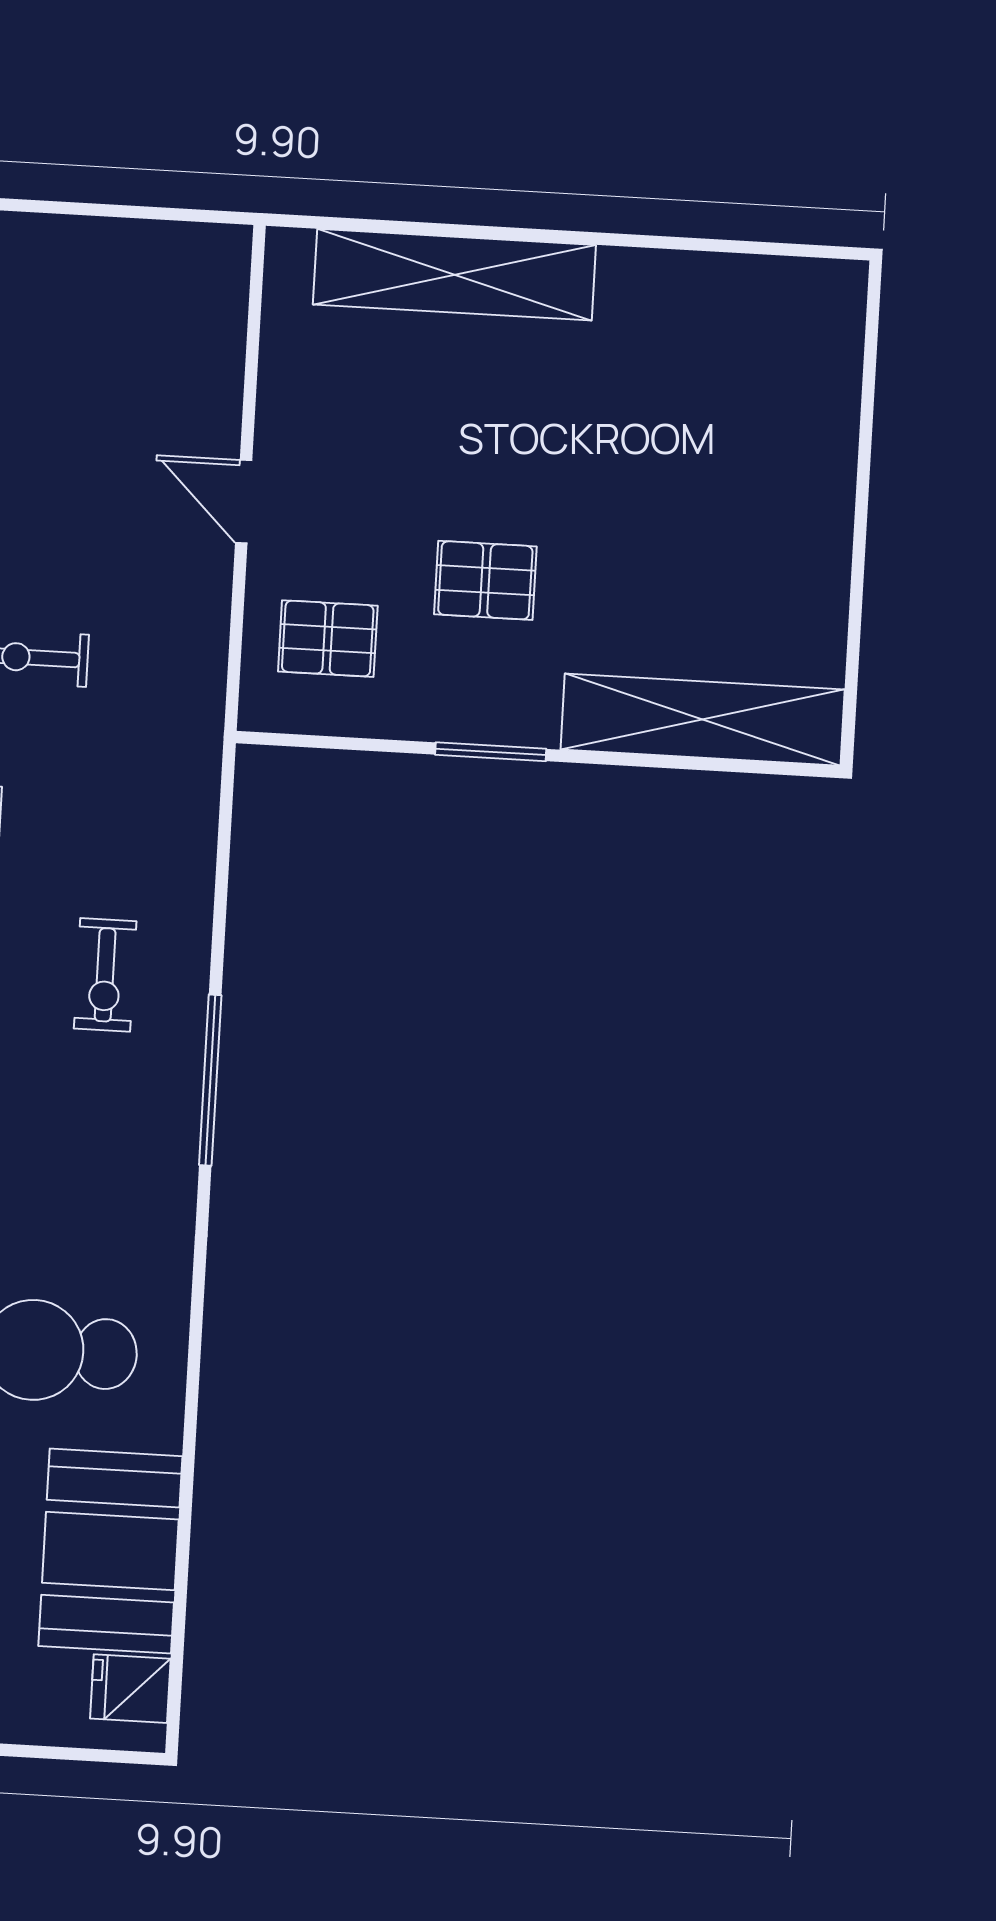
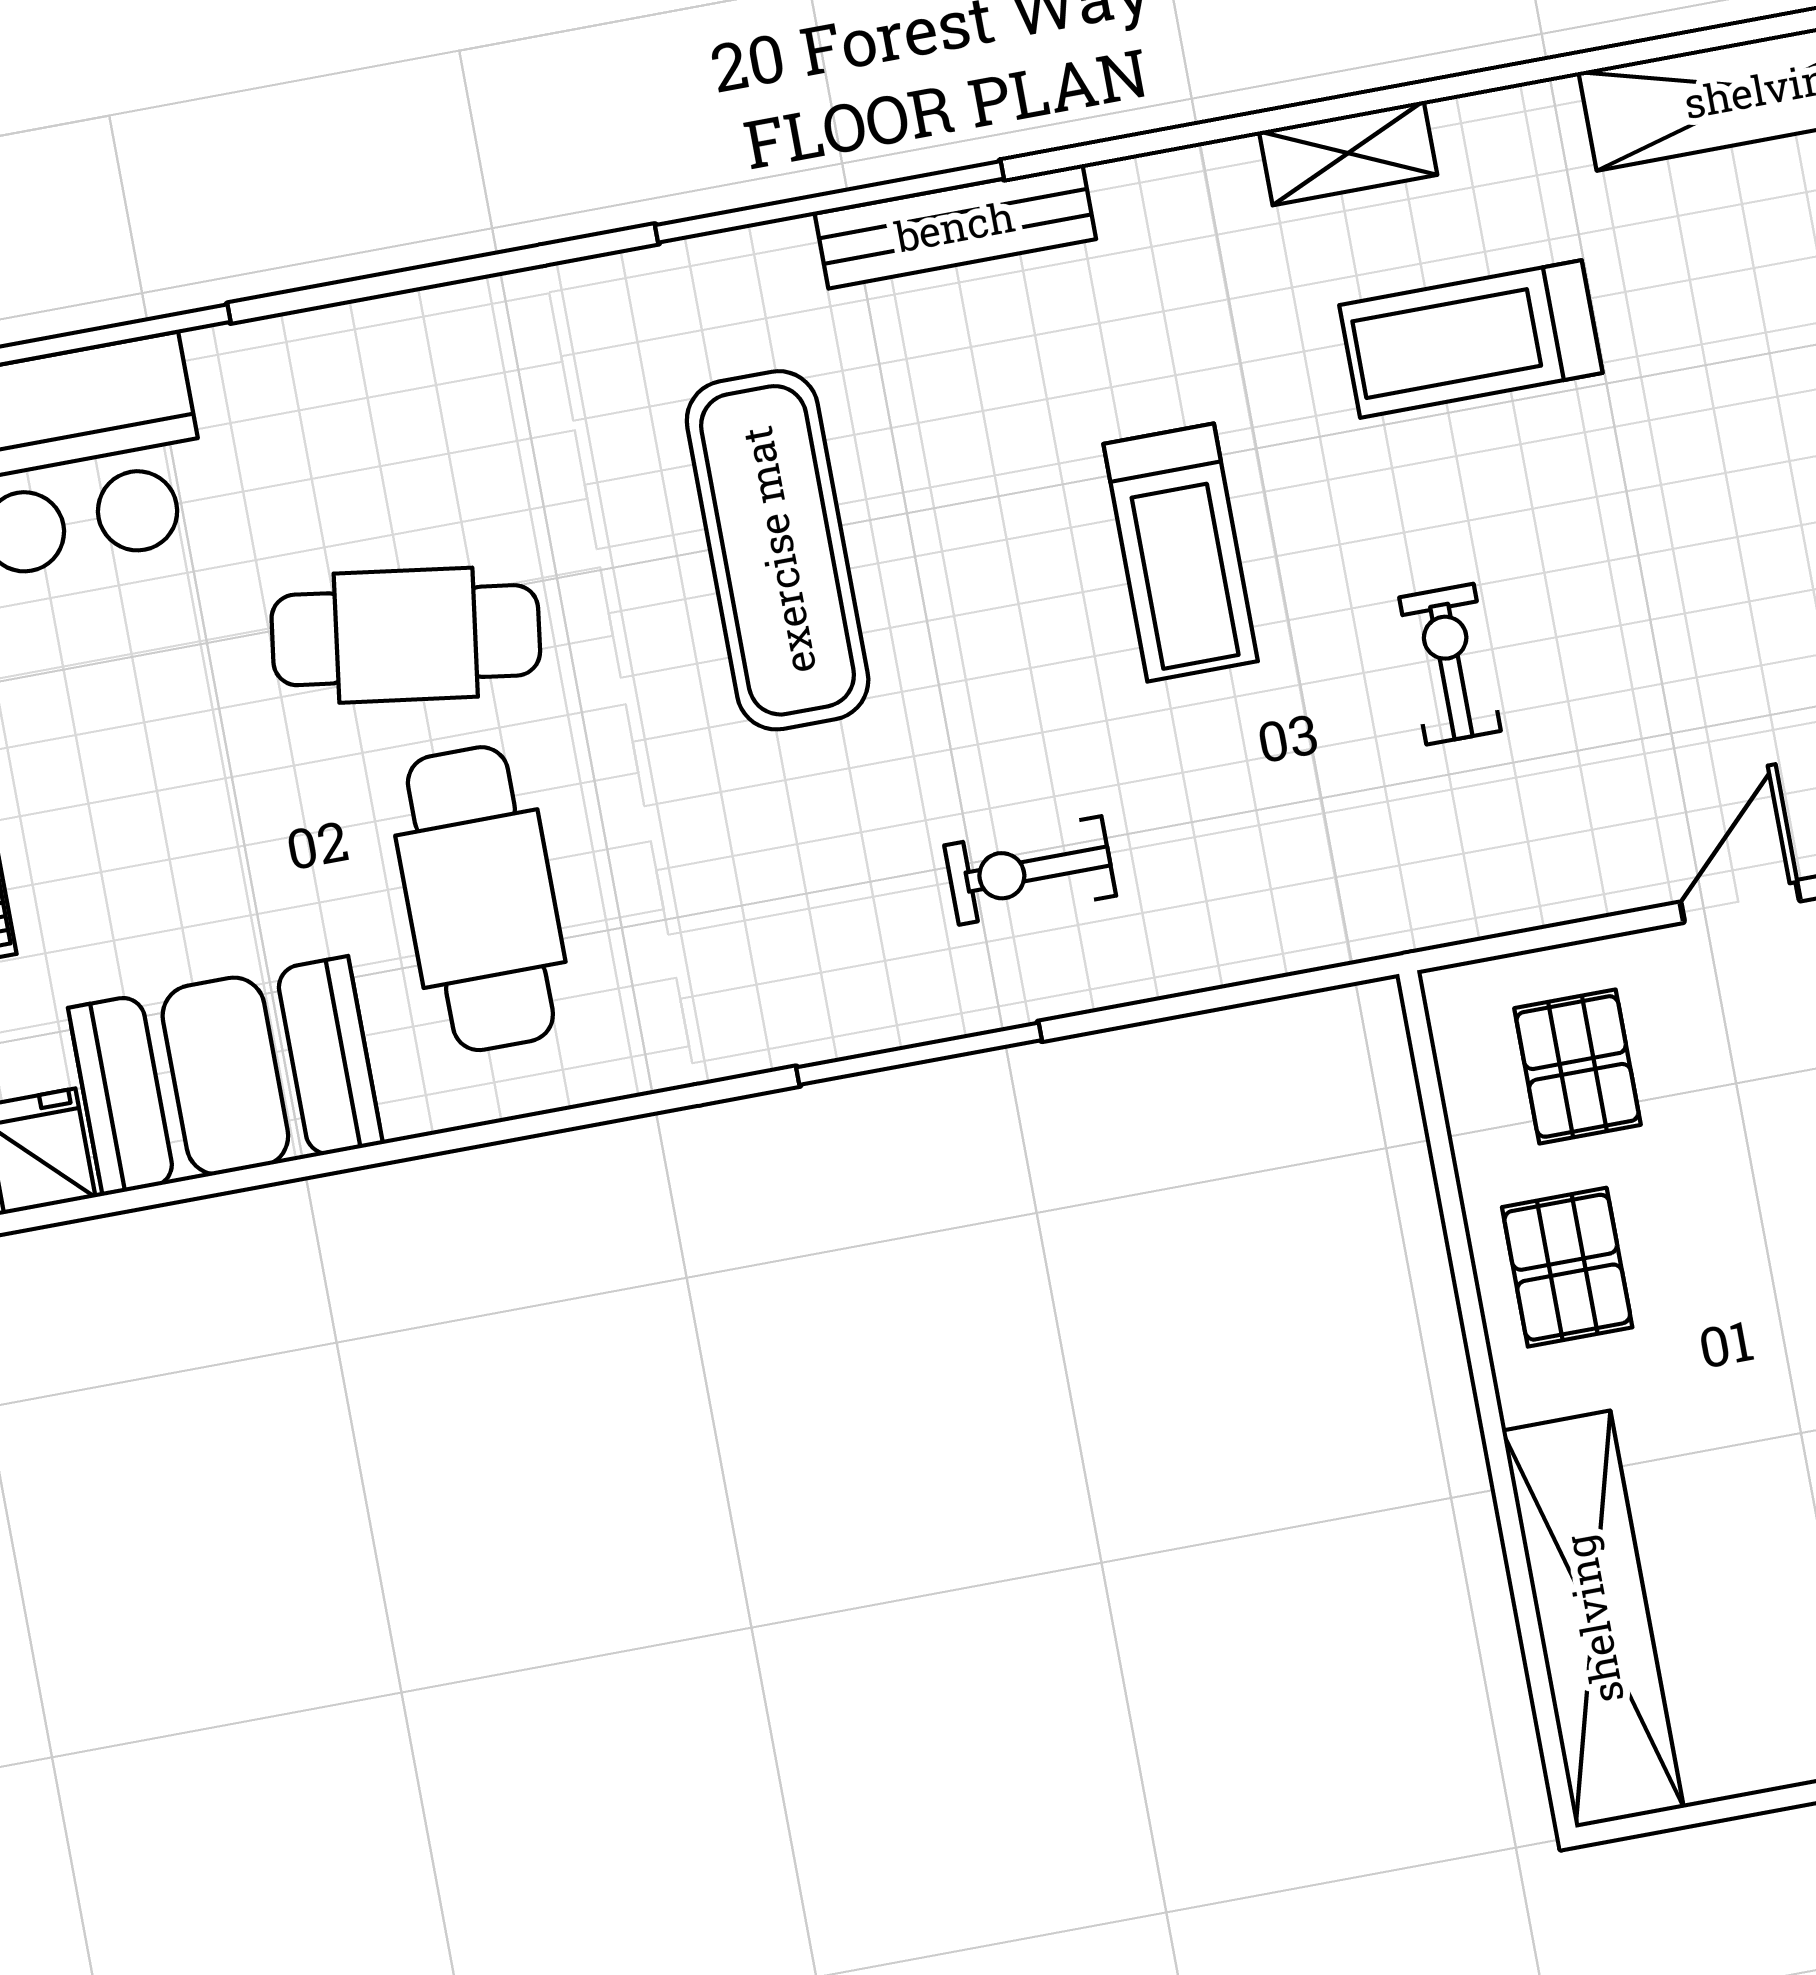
pallet: (485, 580) -> (1567, 1267), moved
window: (491, 752) -> (1475, 1333), removed

